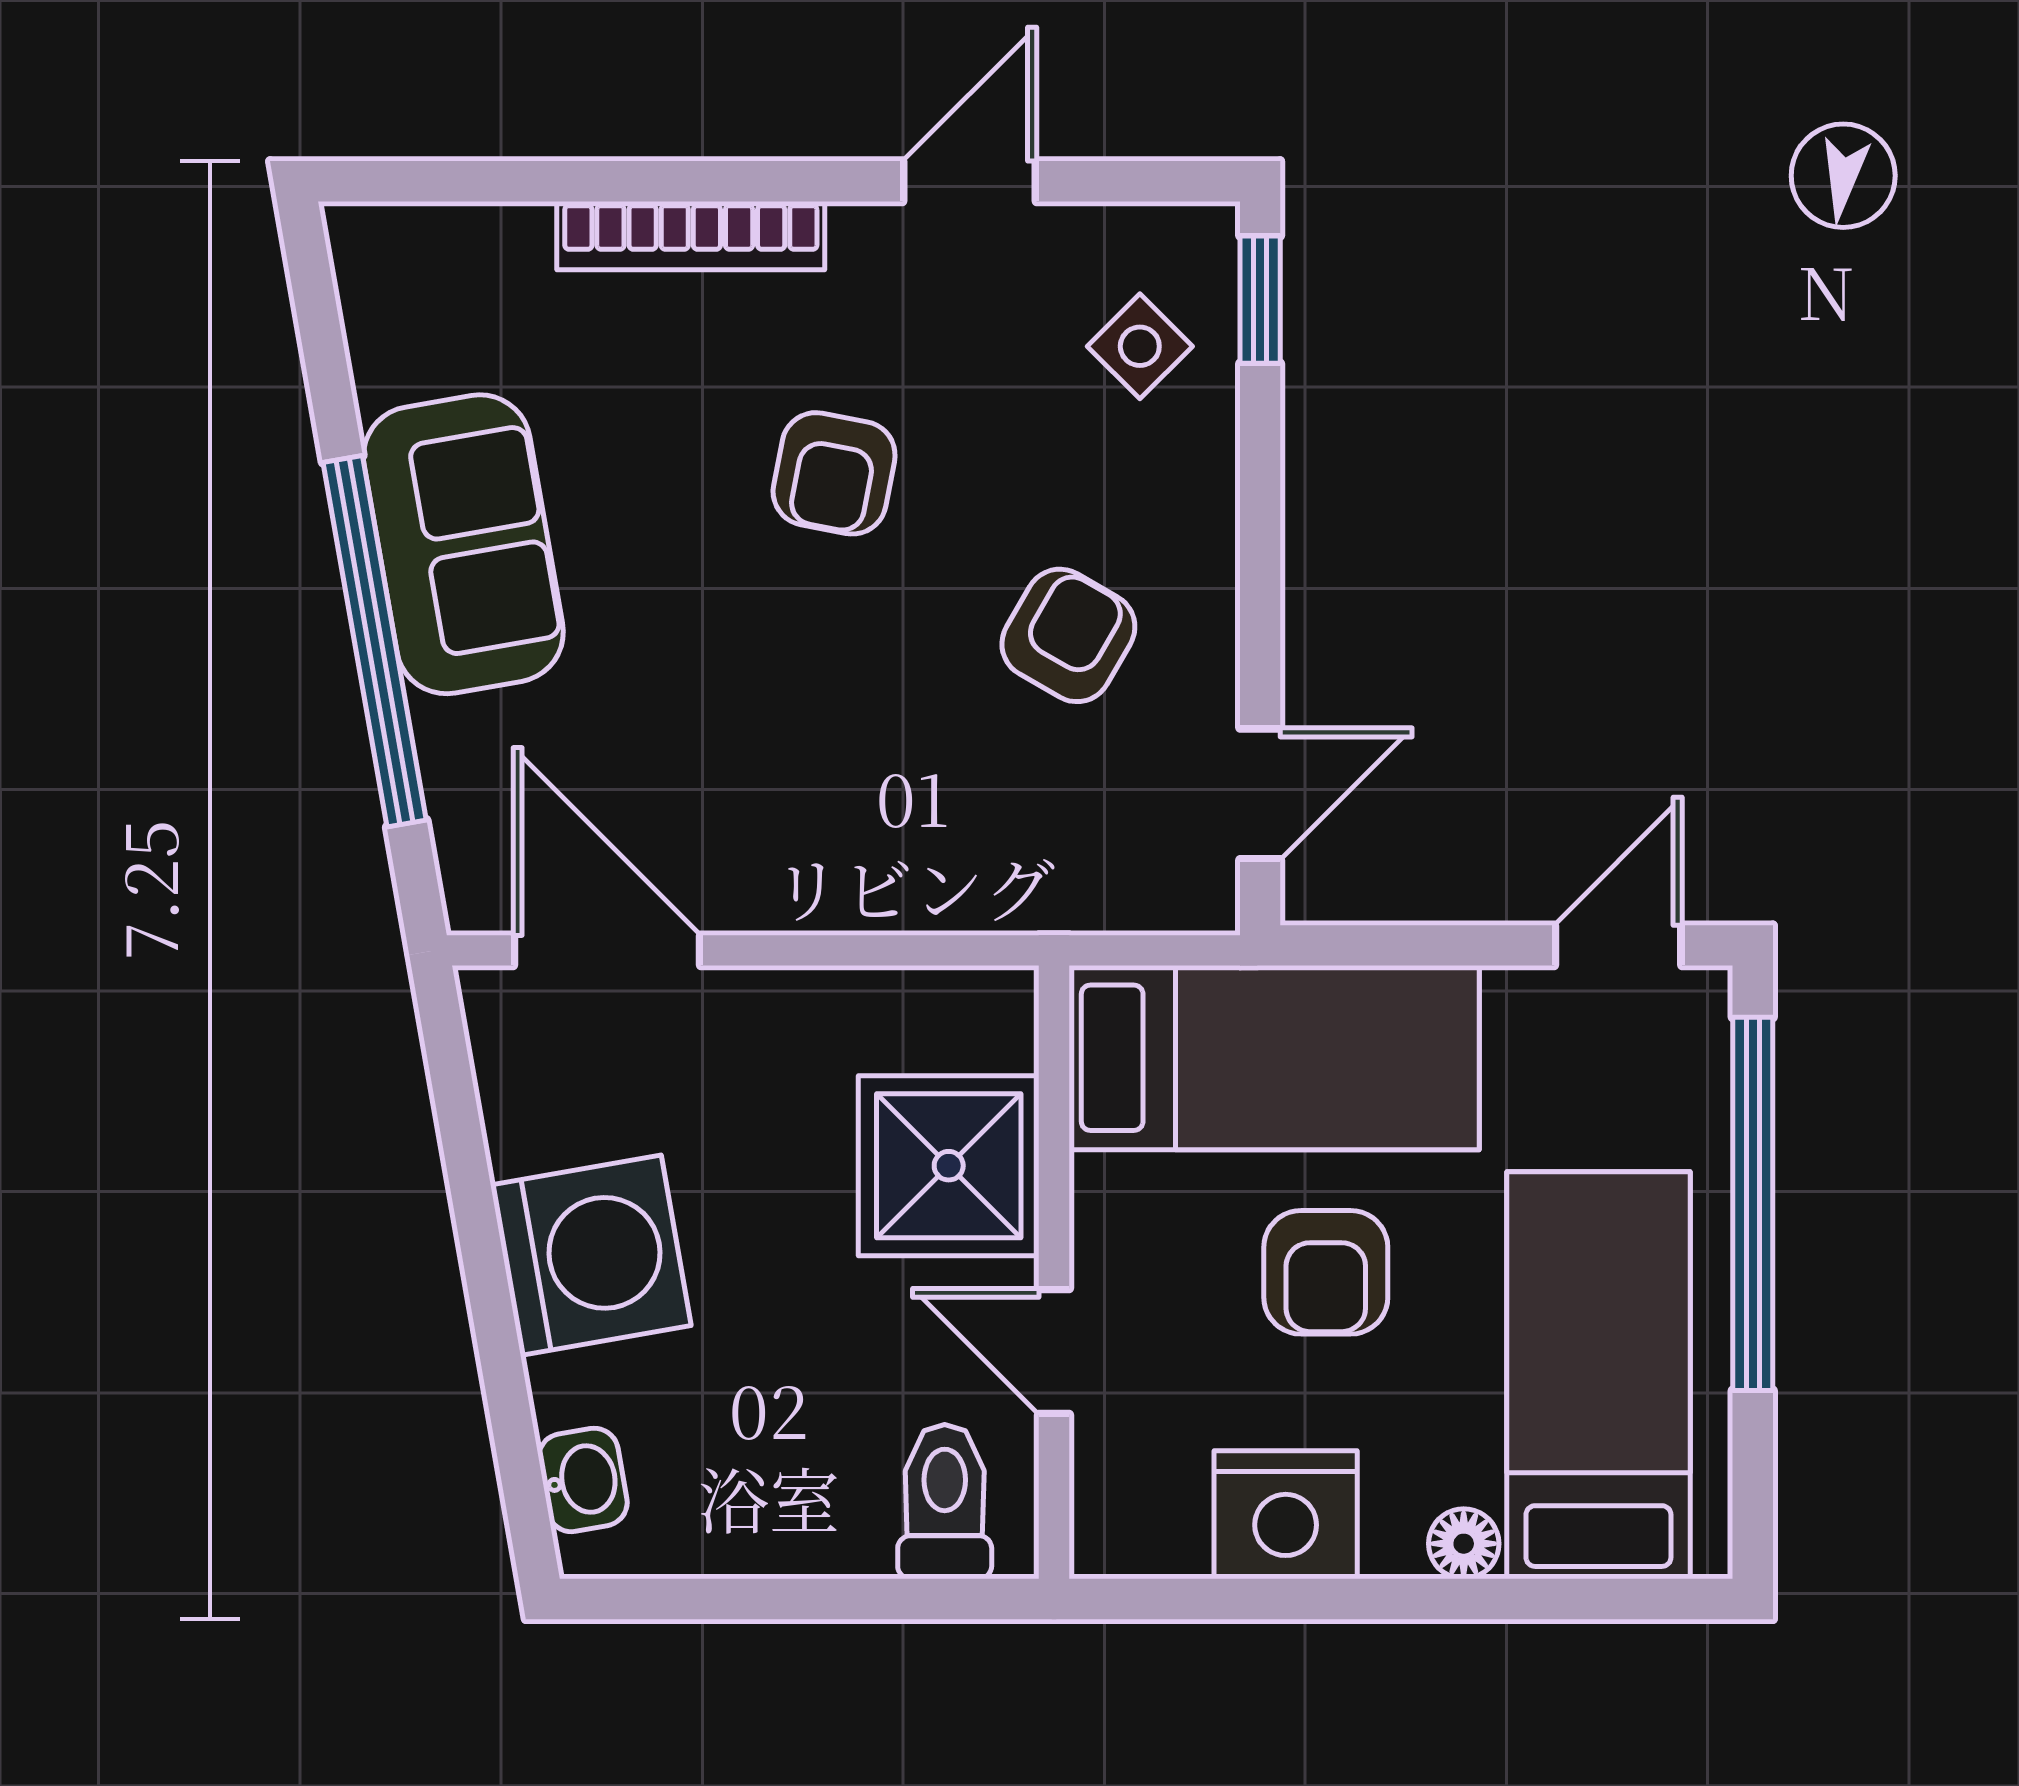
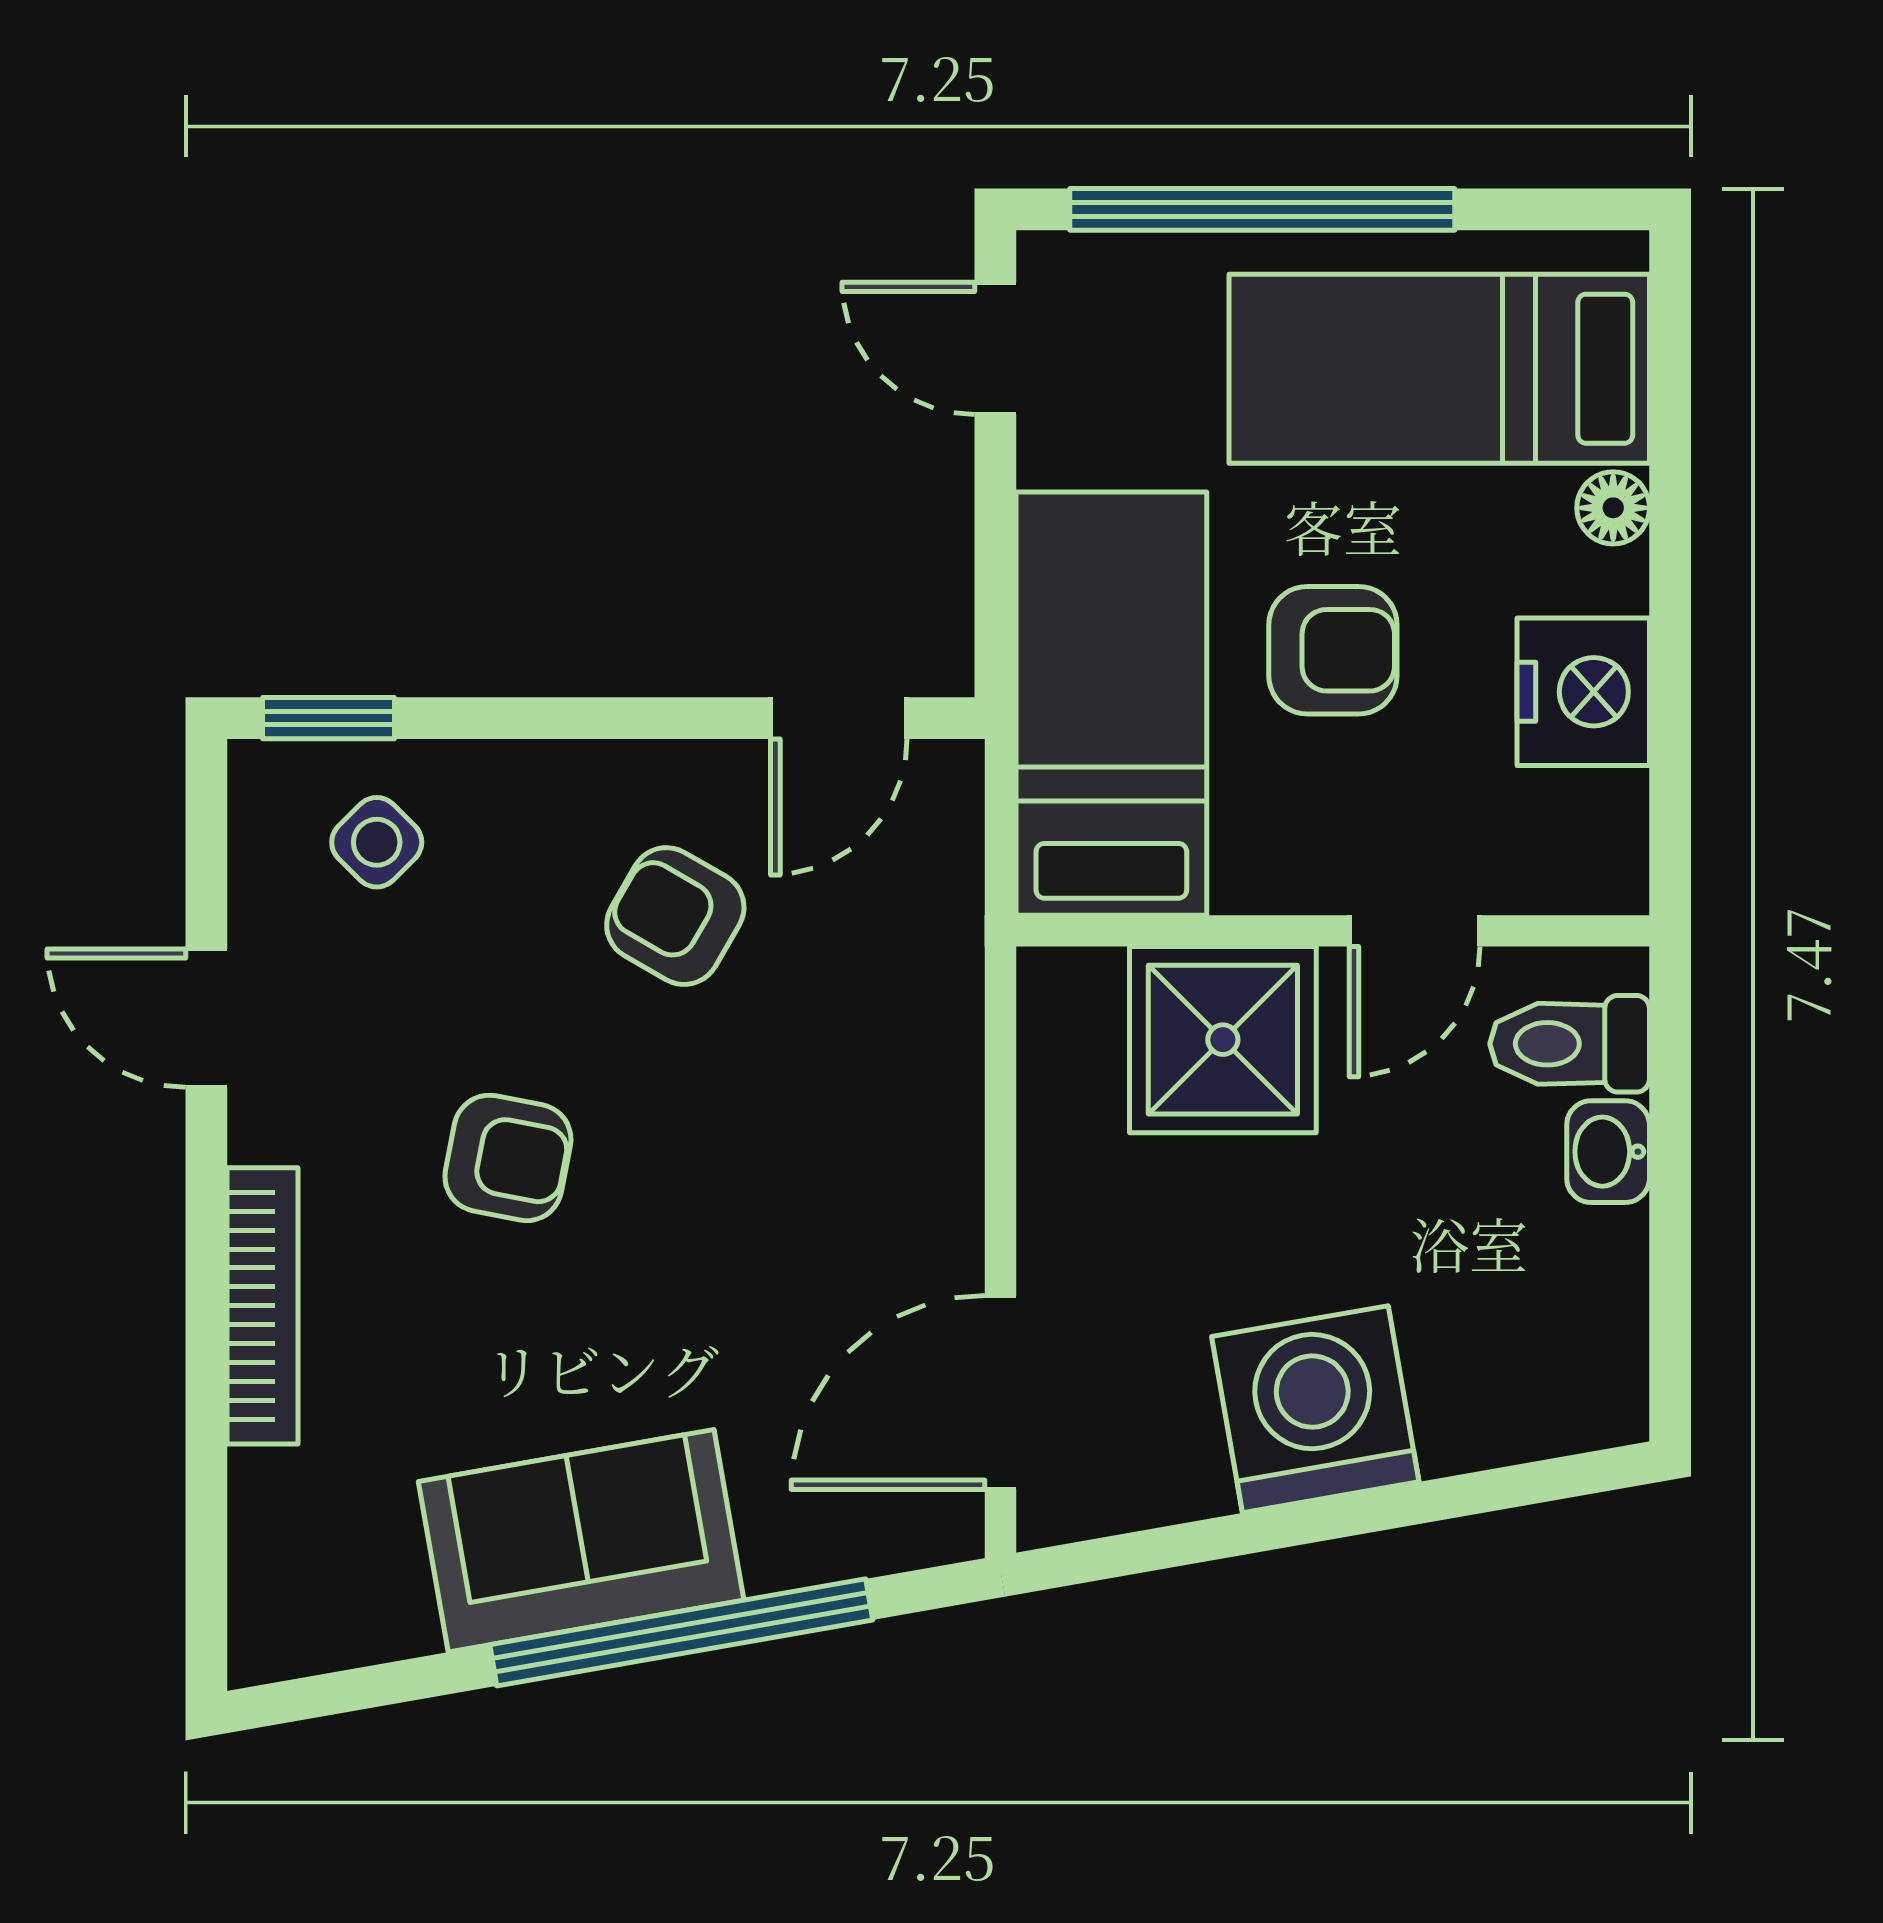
door: (1260, 794) -> (839, 718), swing flipped
washbasin: (583, 1480) -> (1608, 1152), moved, turned -80

